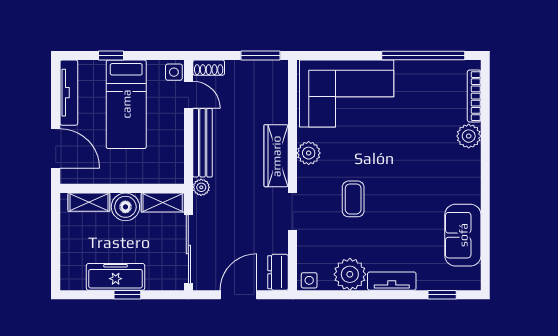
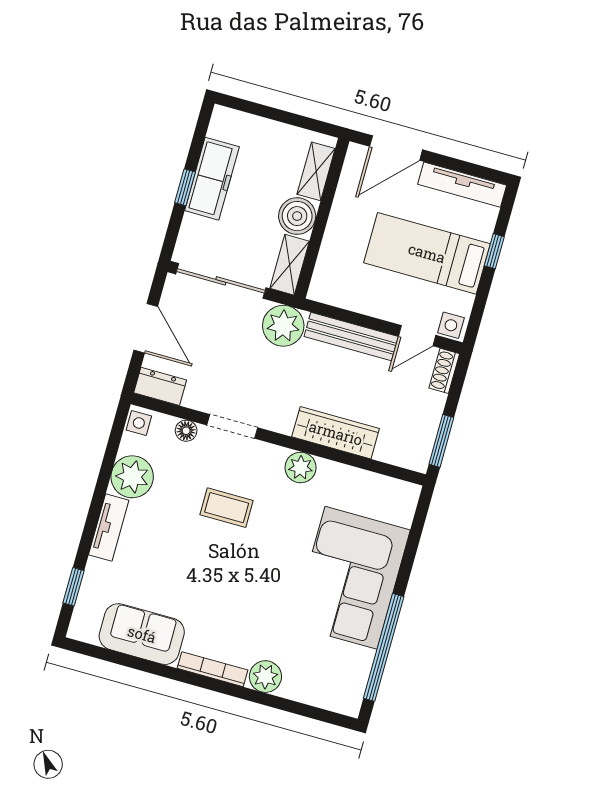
corner sofa: (347, 94) -> (351, 578), moved
bookcase: (474, 96) -> (213, 669), moved
wardrobe: (276, 156) -> (336, 433), moved
plant: (201, 187) -> (283, 326), width x1.88, depth x1.88
floor lamp: (305, 244) -> (186, 431), added

